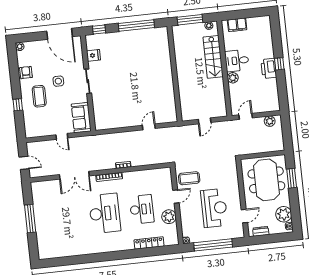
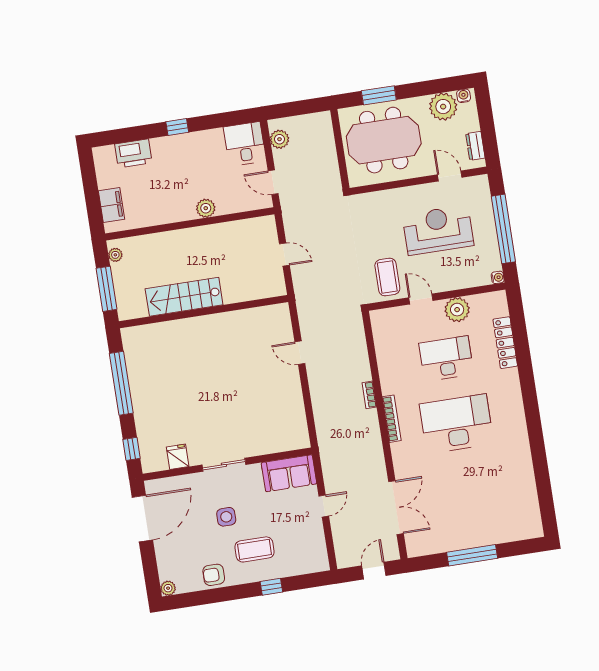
stairs: (213, 57) -> (184, 297), moved, turned 180
desk: (237, 61) -> (245, 144), moved, turned 180
printer: (269, 68) -> (133, 153), moved
double door: (74, 175) -> (396, 508), moved

